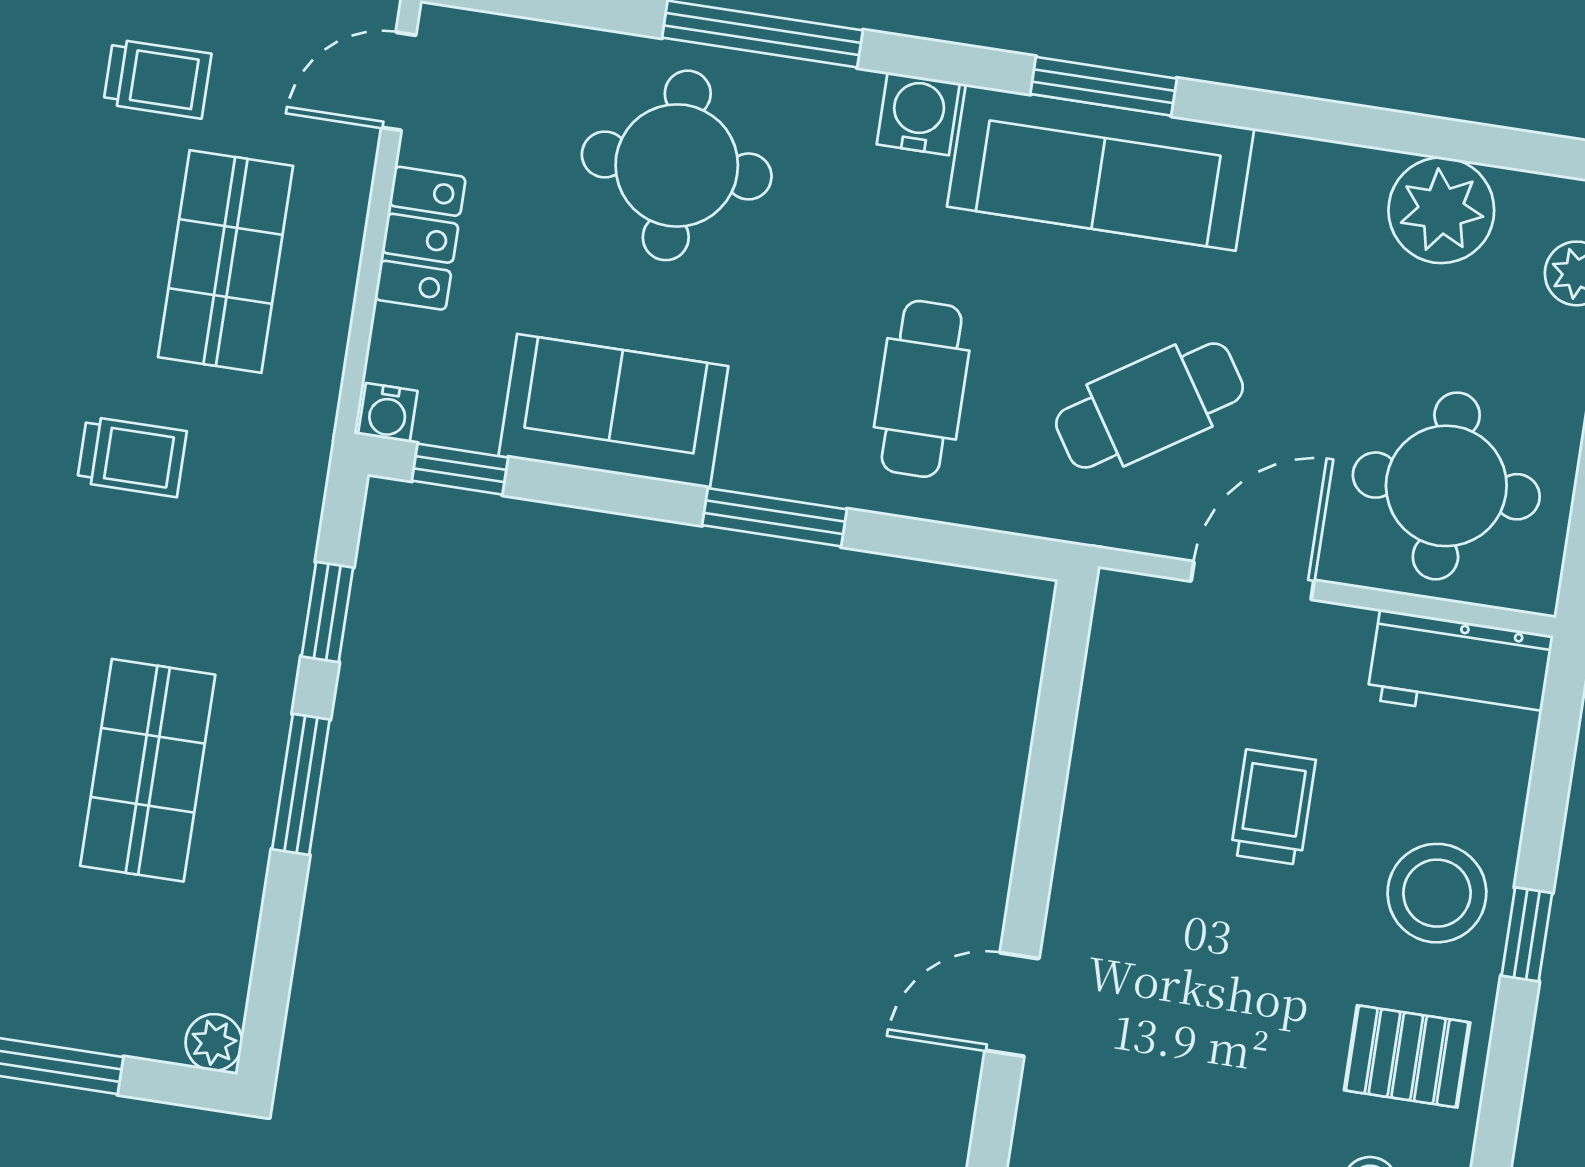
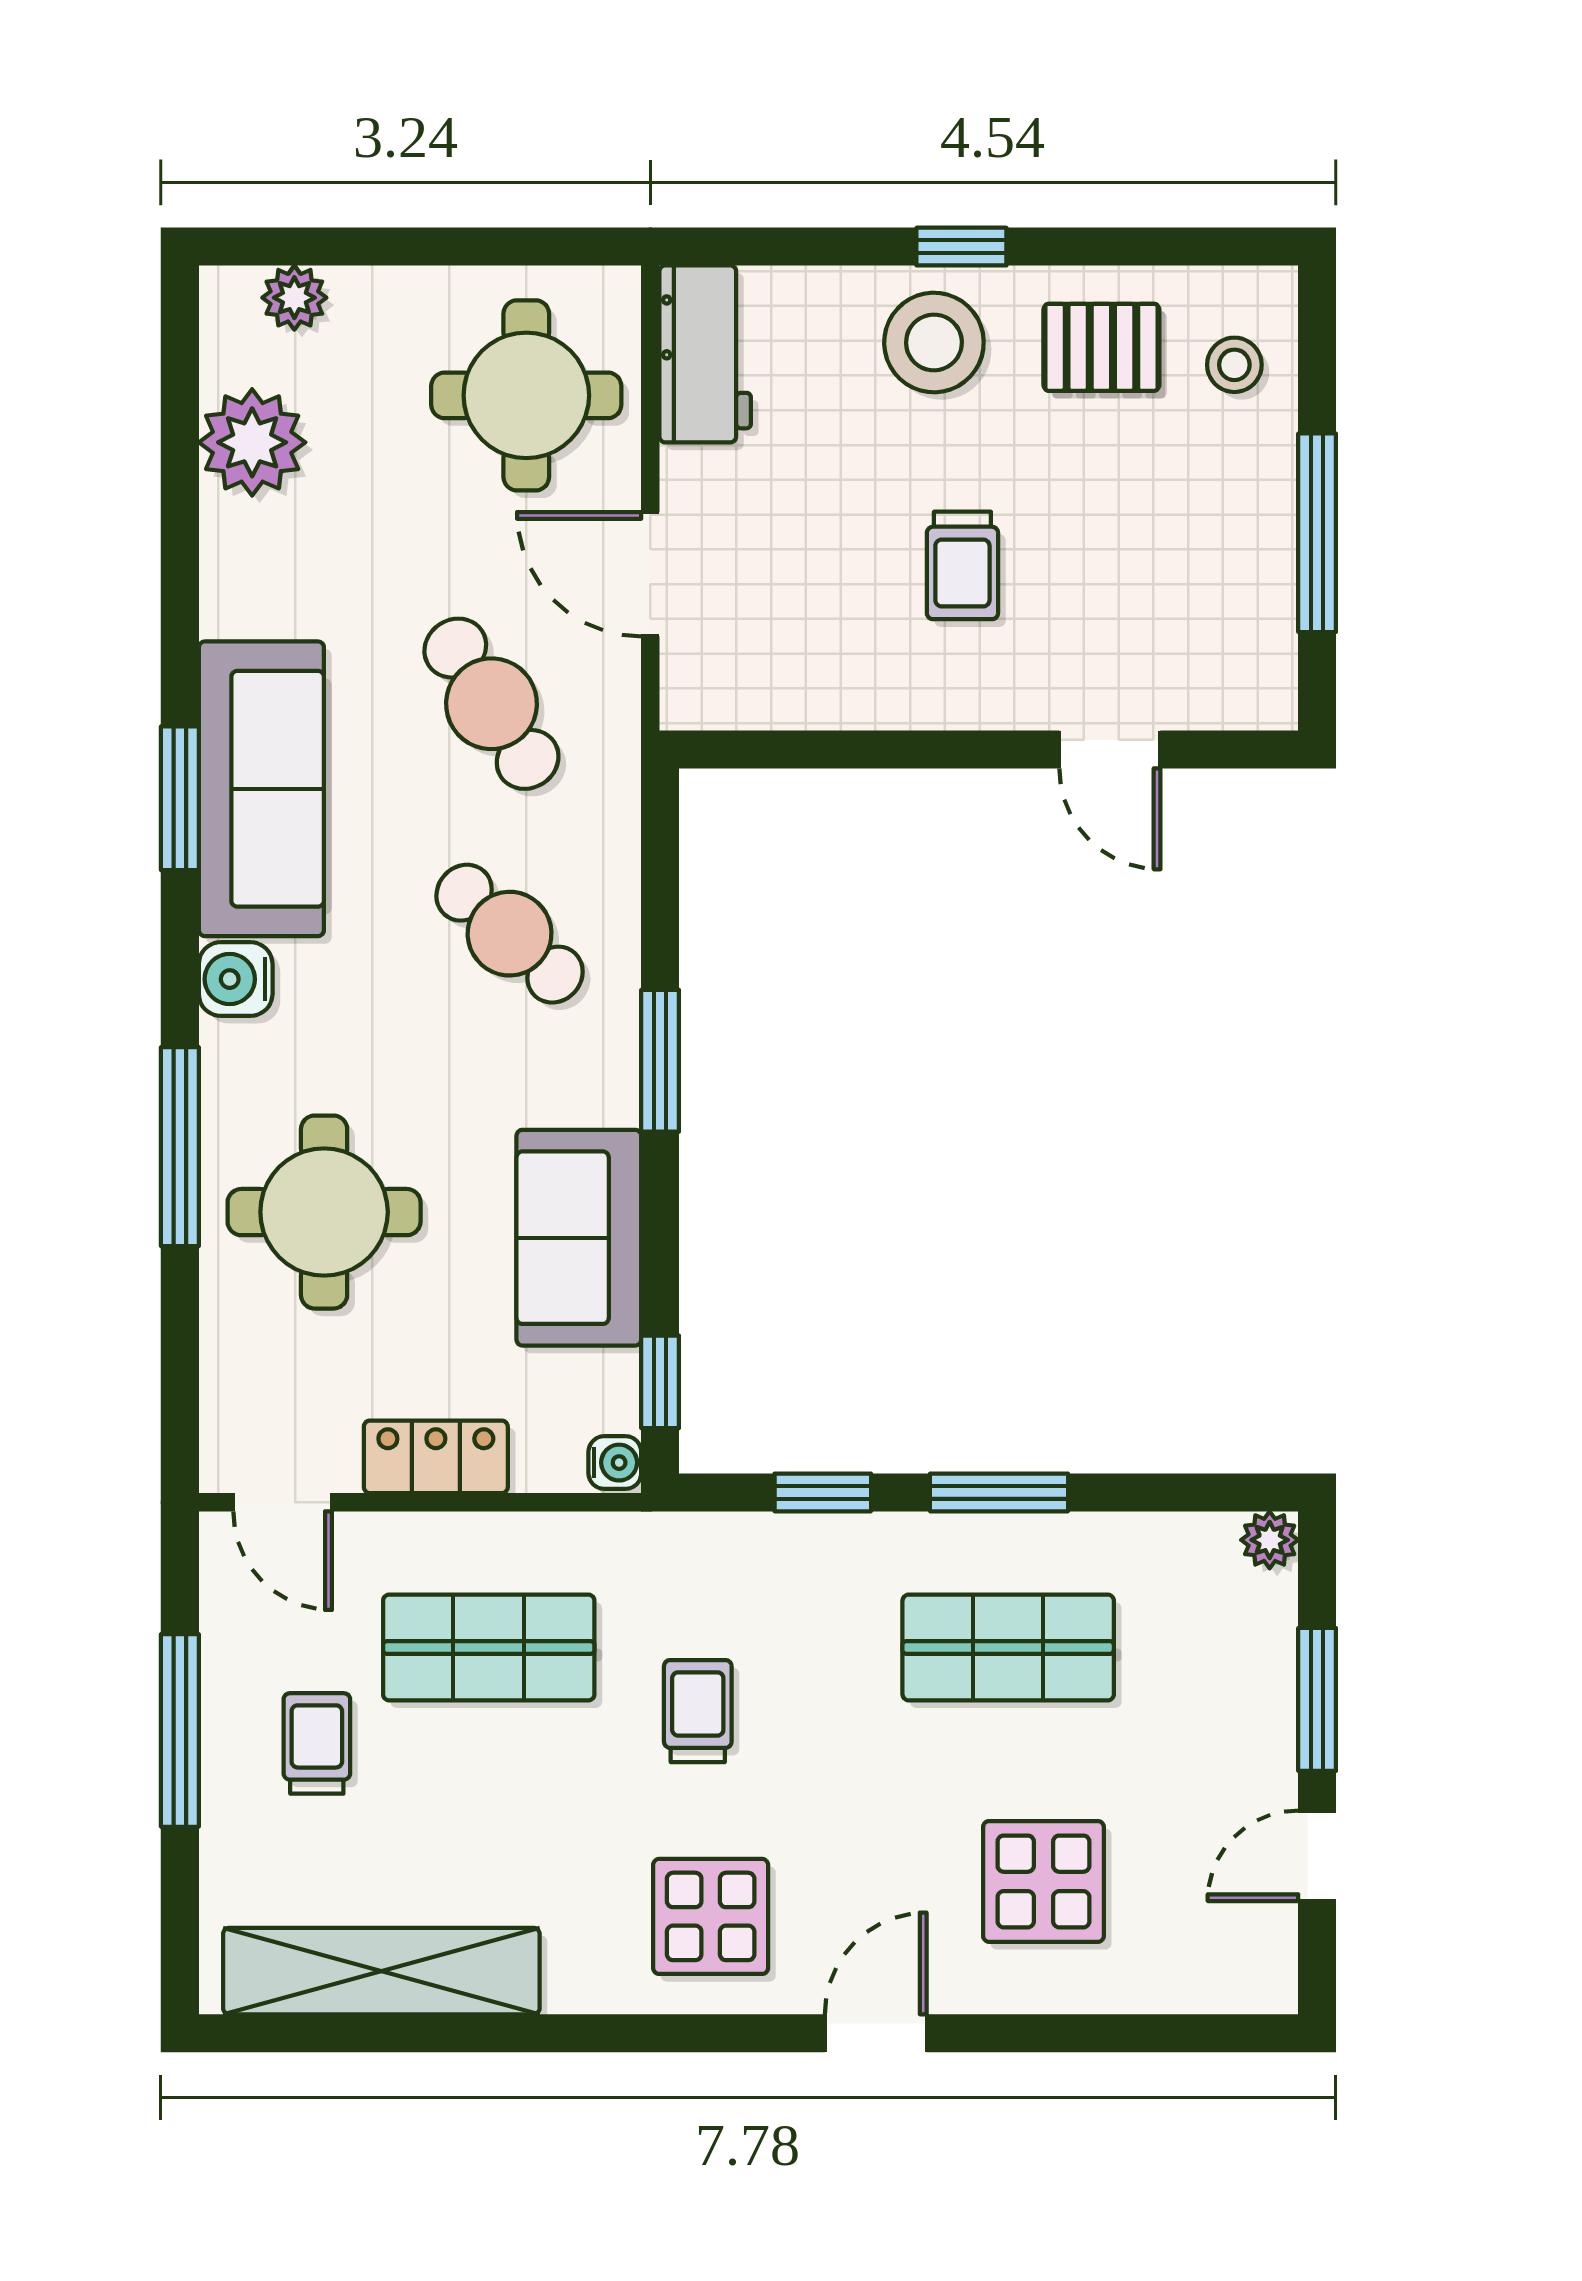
cafe table: (922, 389) -> (510, 934), turned 42
trolley: (1273, 807) -> (962, 565), moved, turned -90
pallet: (1407, 1056) -> (1101, 347), turned 90

